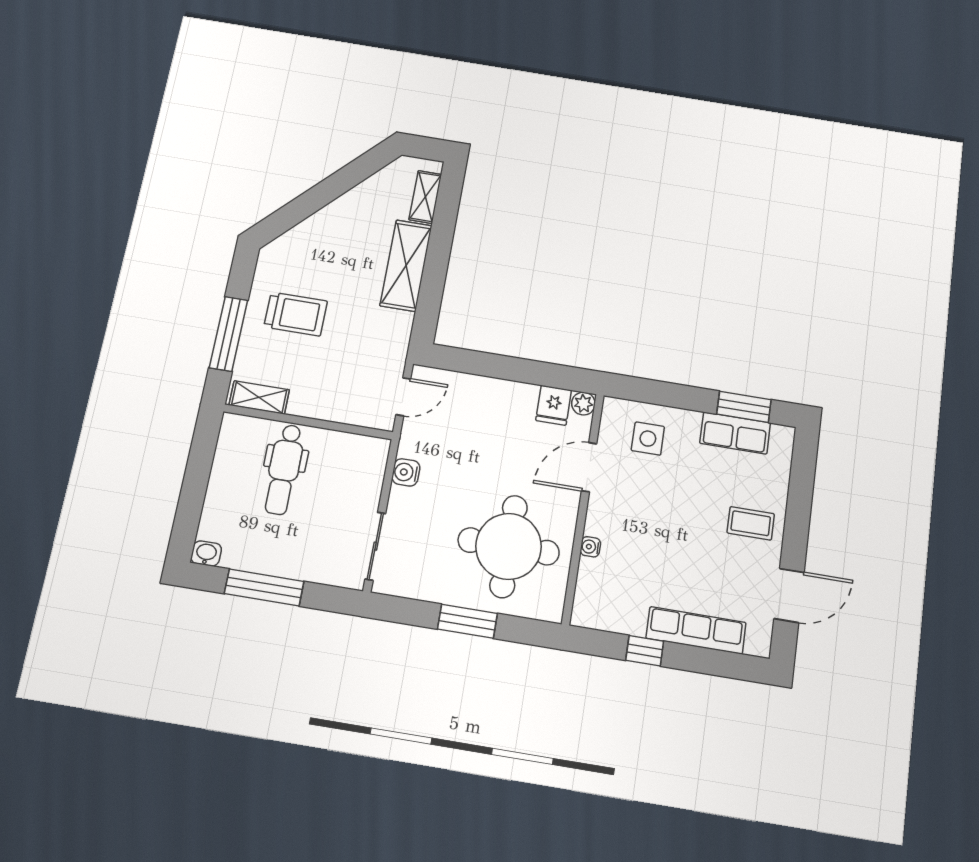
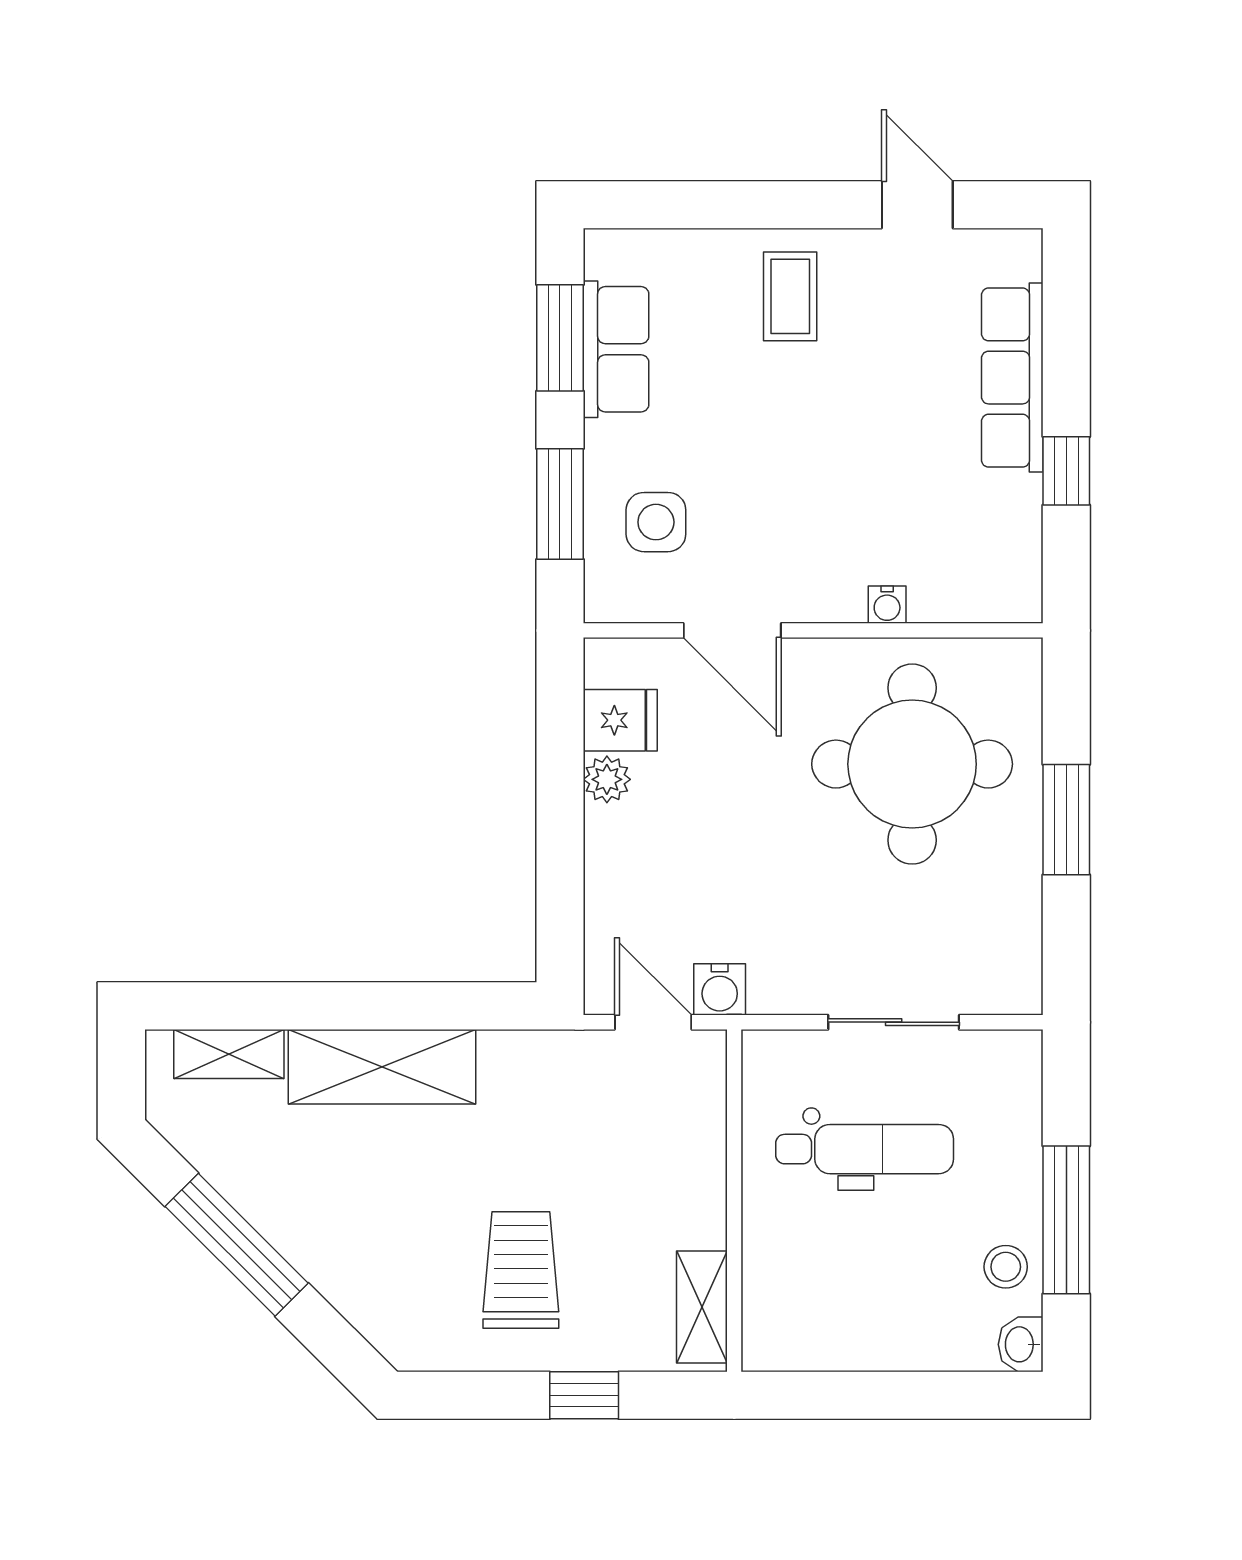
window: (335, 186) -> (237, 1245), added
window: (229, 334) -> (584, 1395), width x0.46
window: (663, 394) -> (560, 504), added
plant: (583, 404) -> (607, 779), moved
dental chair: (284, 469) -> (865, 1149), moved
water cooler: (406, 472) -> (720, 989), moved
sliding door: (375, 546) -> (894, 1022), moved
stool: (247, 552) -> (1006, 1267), added
door: (789, 596) -> (917, 205), width x0.73

